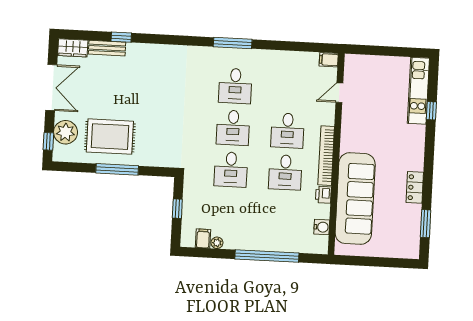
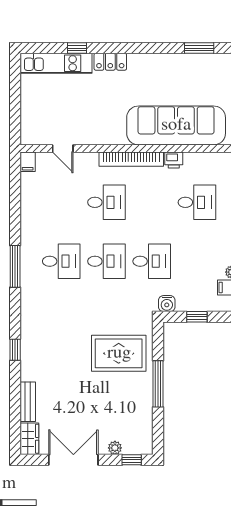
window: (121, 37) -> (15, 350), moved
plant: (66, 132) -> (115, 448), width x0.53, depth x0.53
rug: (110, 137) -> (119, 353), moved, turned 90
desk: (285, 172) -> (197, 202), moved
locker: (415, 187) -> (110, 62), moved
water cooler: (322, 227) -> (167, 304), moved, turned 180

